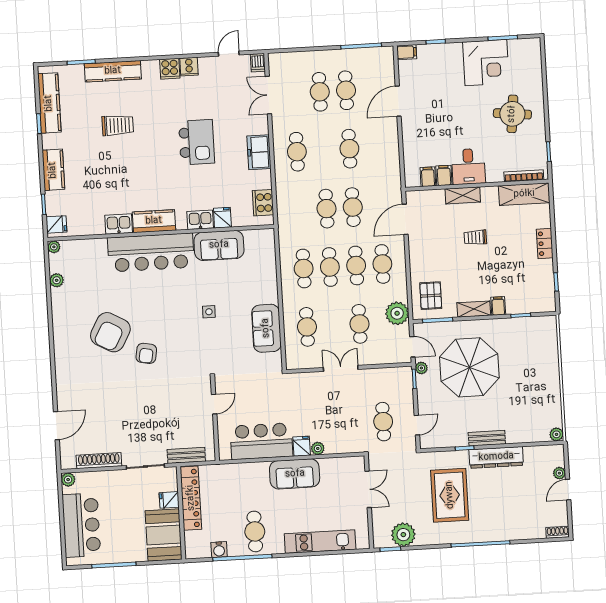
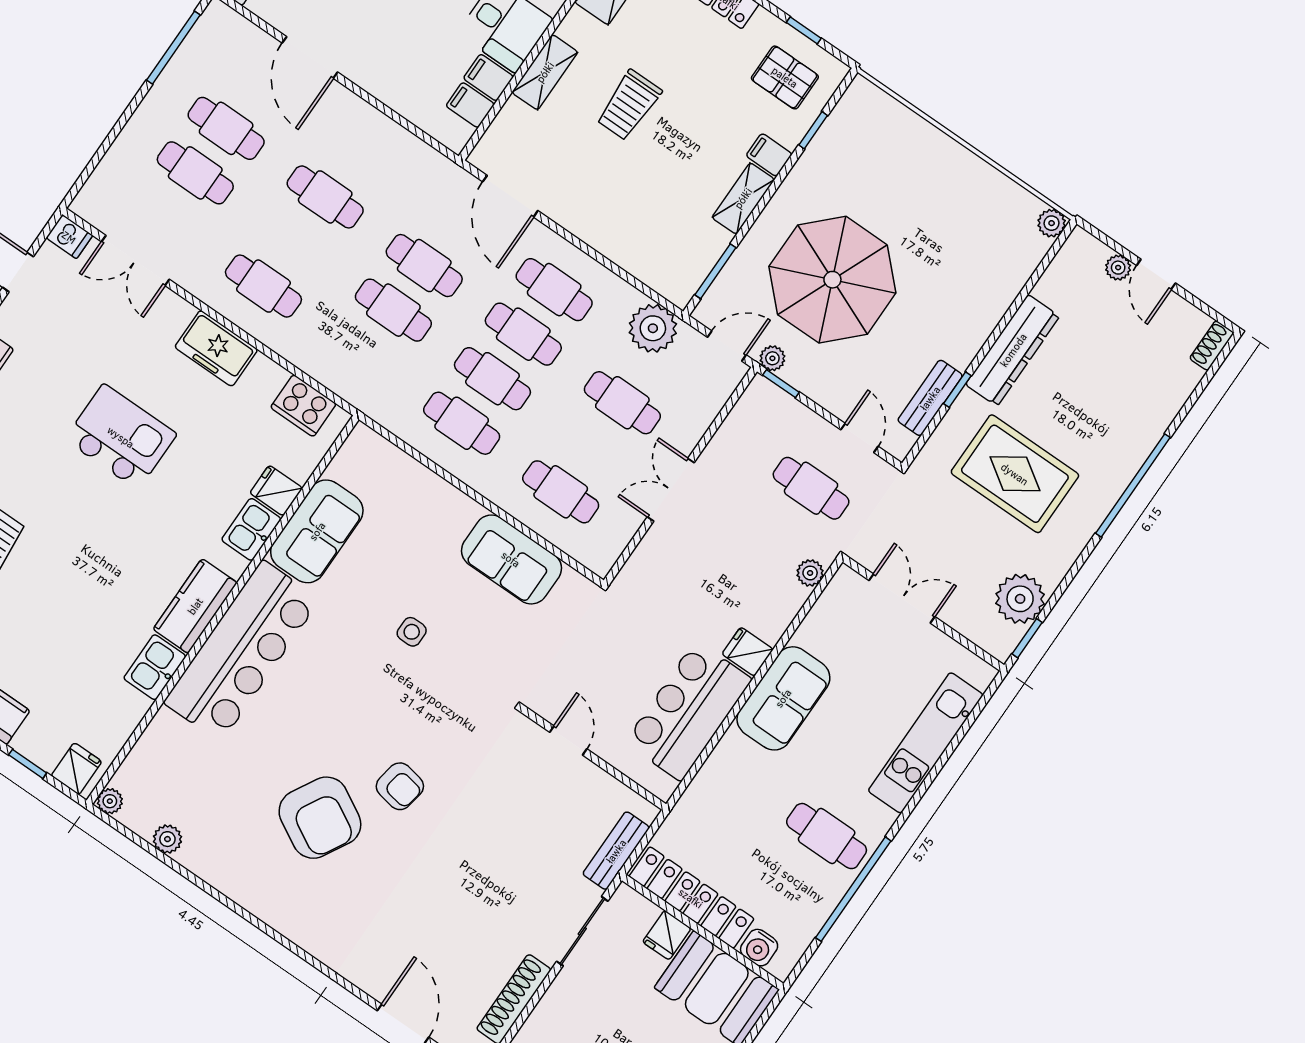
trolley: (475, 237) -> (629, 105), width x1.36, depth x1.39
pallet: (431, 296) -> (785, 77), moved
bench: (487, 438) -> (930, 398), moved
plant: (318, 448) -> (810, 573), moved
water cooler: (219, 550) -> (759, 948), moved, turned 90

